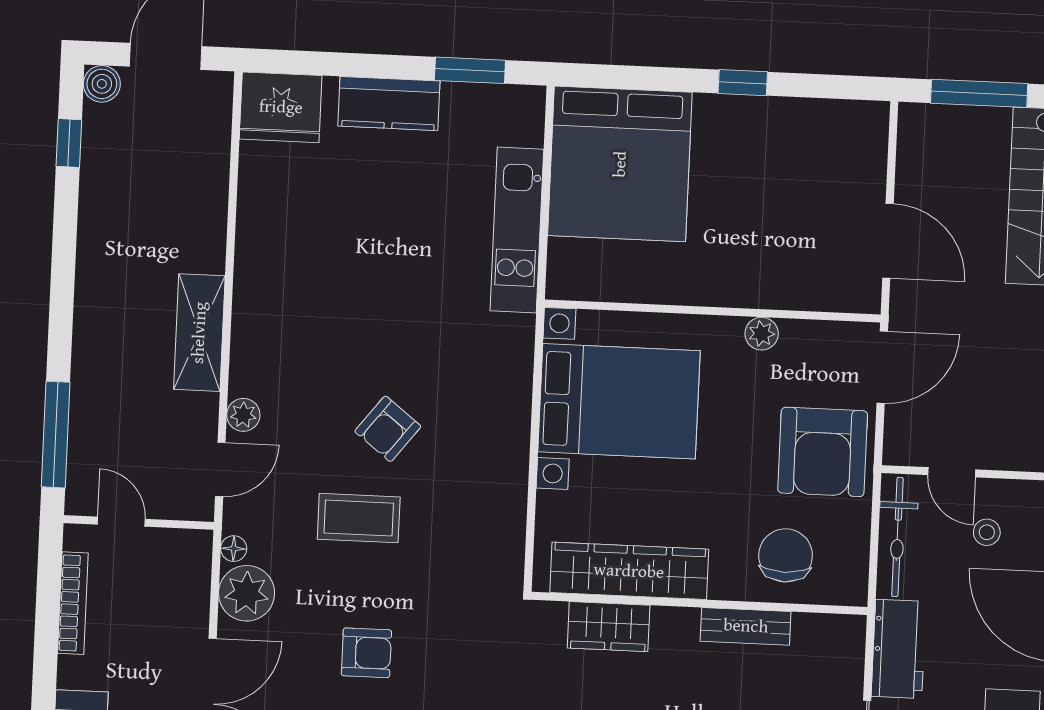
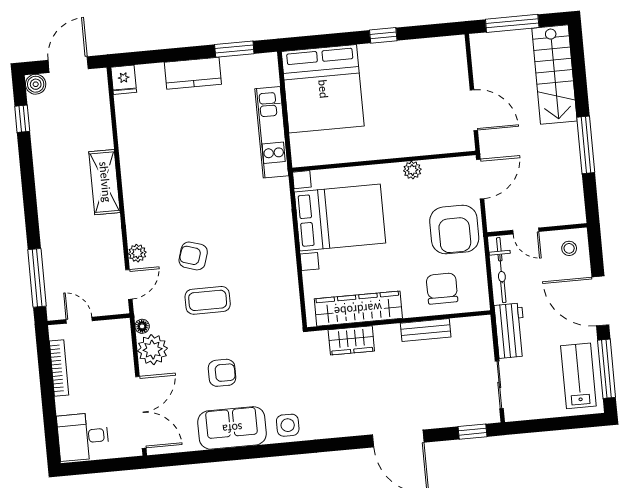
fridge: (281, 107) -> (124, 80), width x0.53, depth x0.75
shelving: (199, 333) -> (105, 182), moved
armchair: (388, 429) -> (193, 256), moved, turned 69
stool: (987, 532) -> (569, 248), moved

